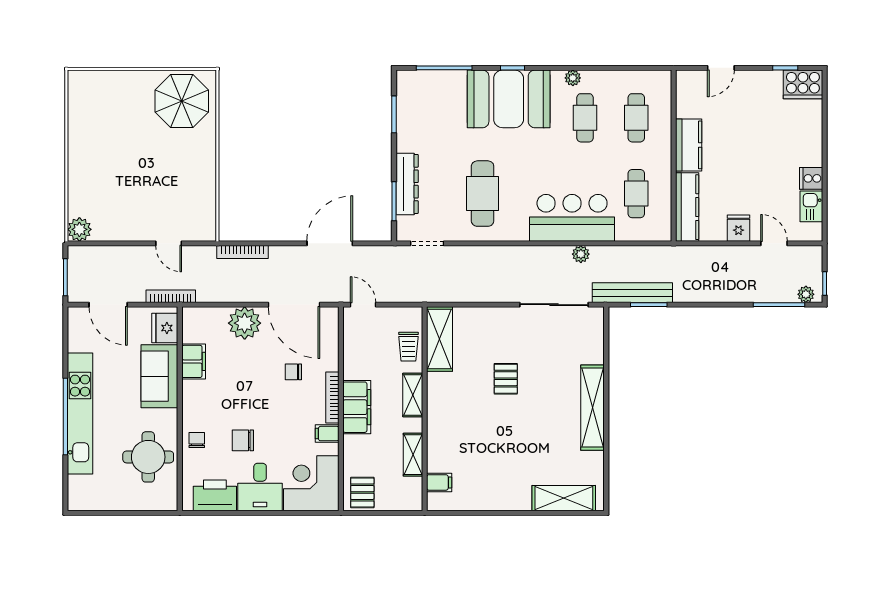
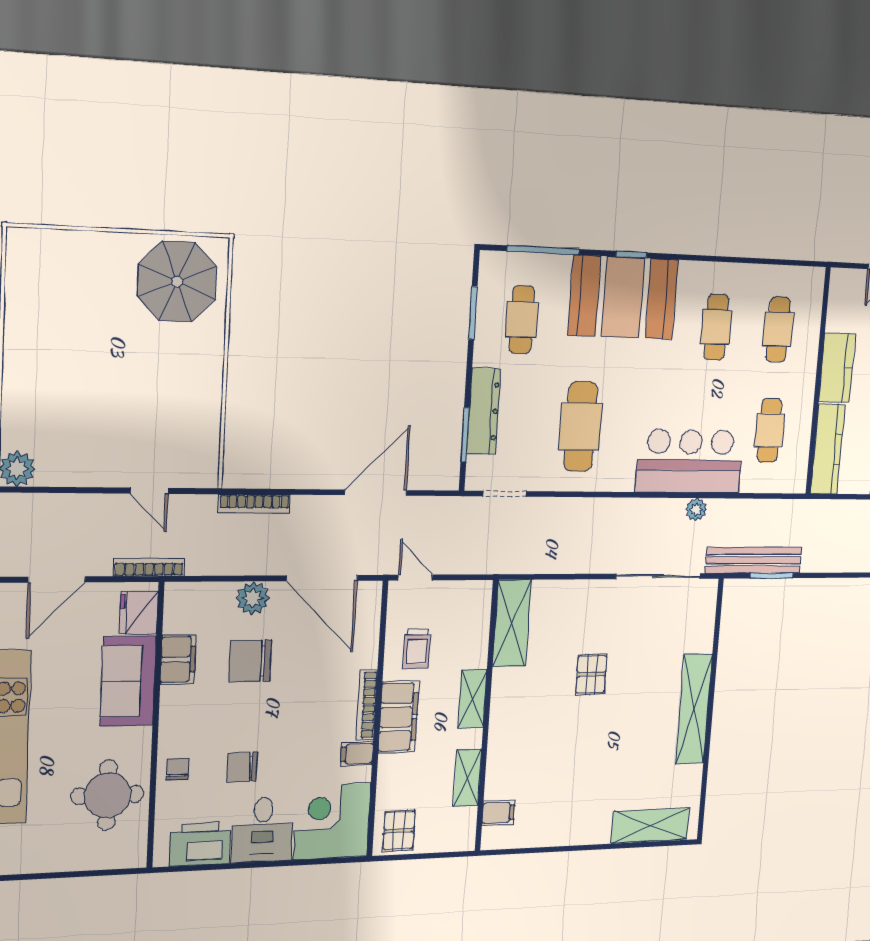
plant: (573, 78) -> (706, 272), removed
cafe table: (431, 118) -> (522, 320), added
door: (108, 305) -> (57, 580), hinge flipped
plant: (245, 323) -> (253, 598), width x0.73, depth x0.73
trolley: (408, 347) -> (417, 649), moved
chair: (293, 372) -> (250, 661), moved, width x1.87, depth x1.87

